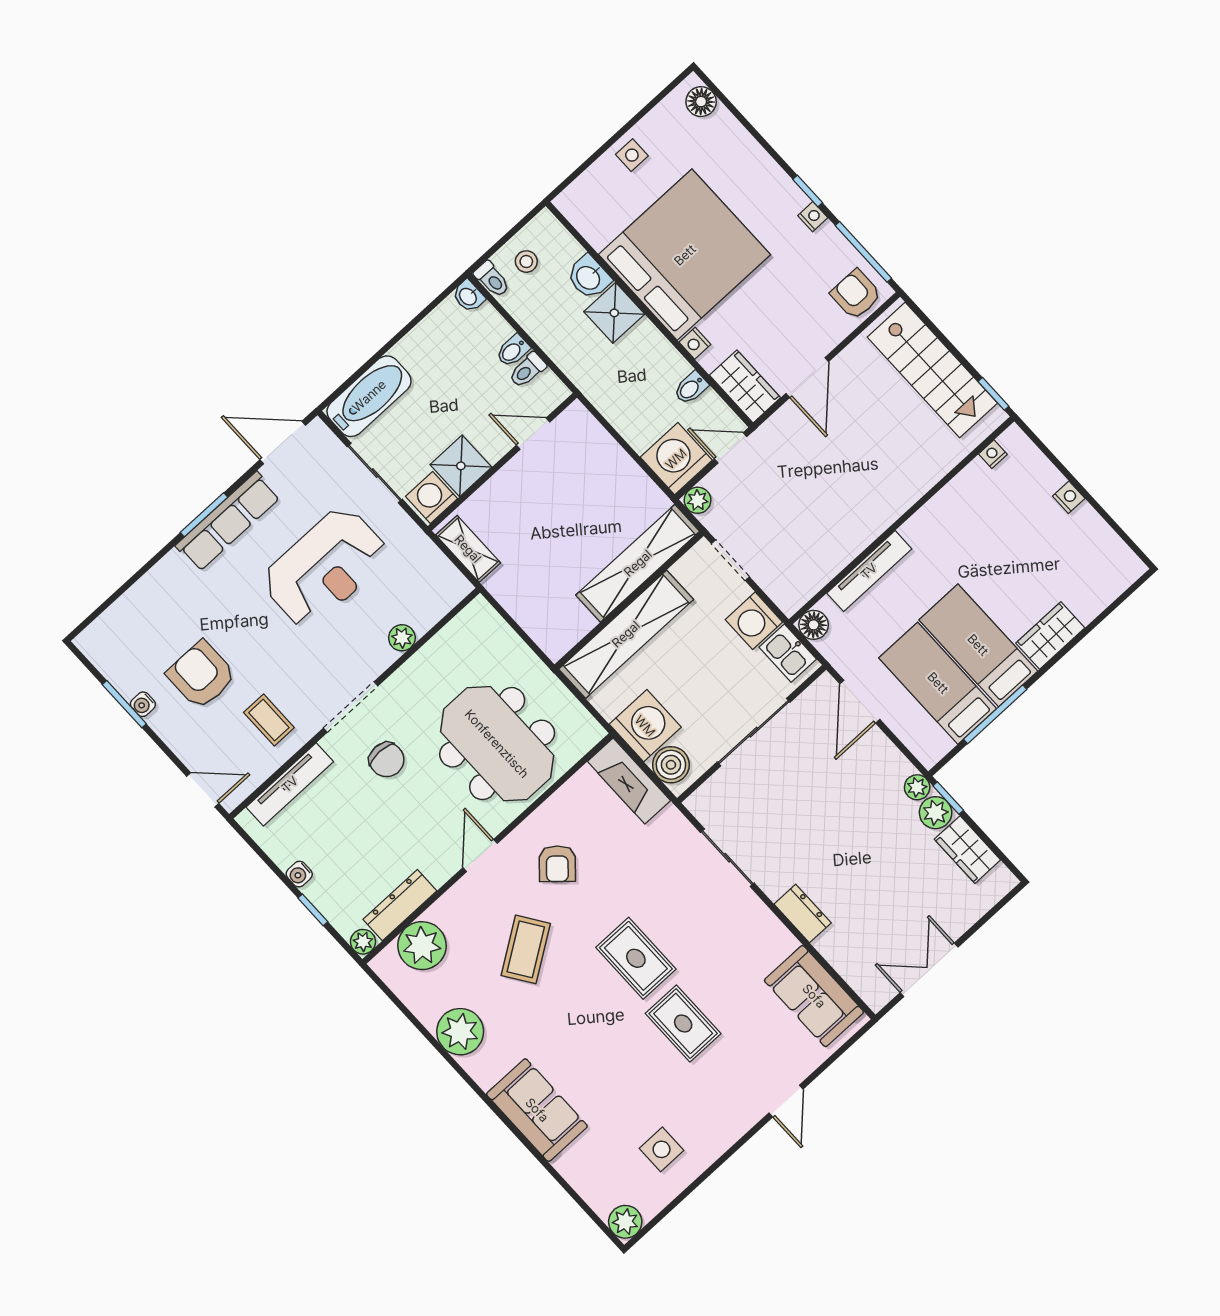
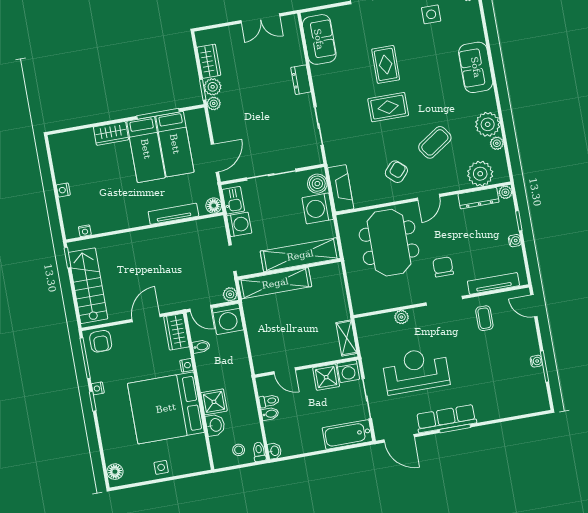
armchair: (201, 675) -> (502, 358), removed
rug: (636, 958) -> (388, 107), turned 90
plant: (426, 1011) -> (497, 143), added

